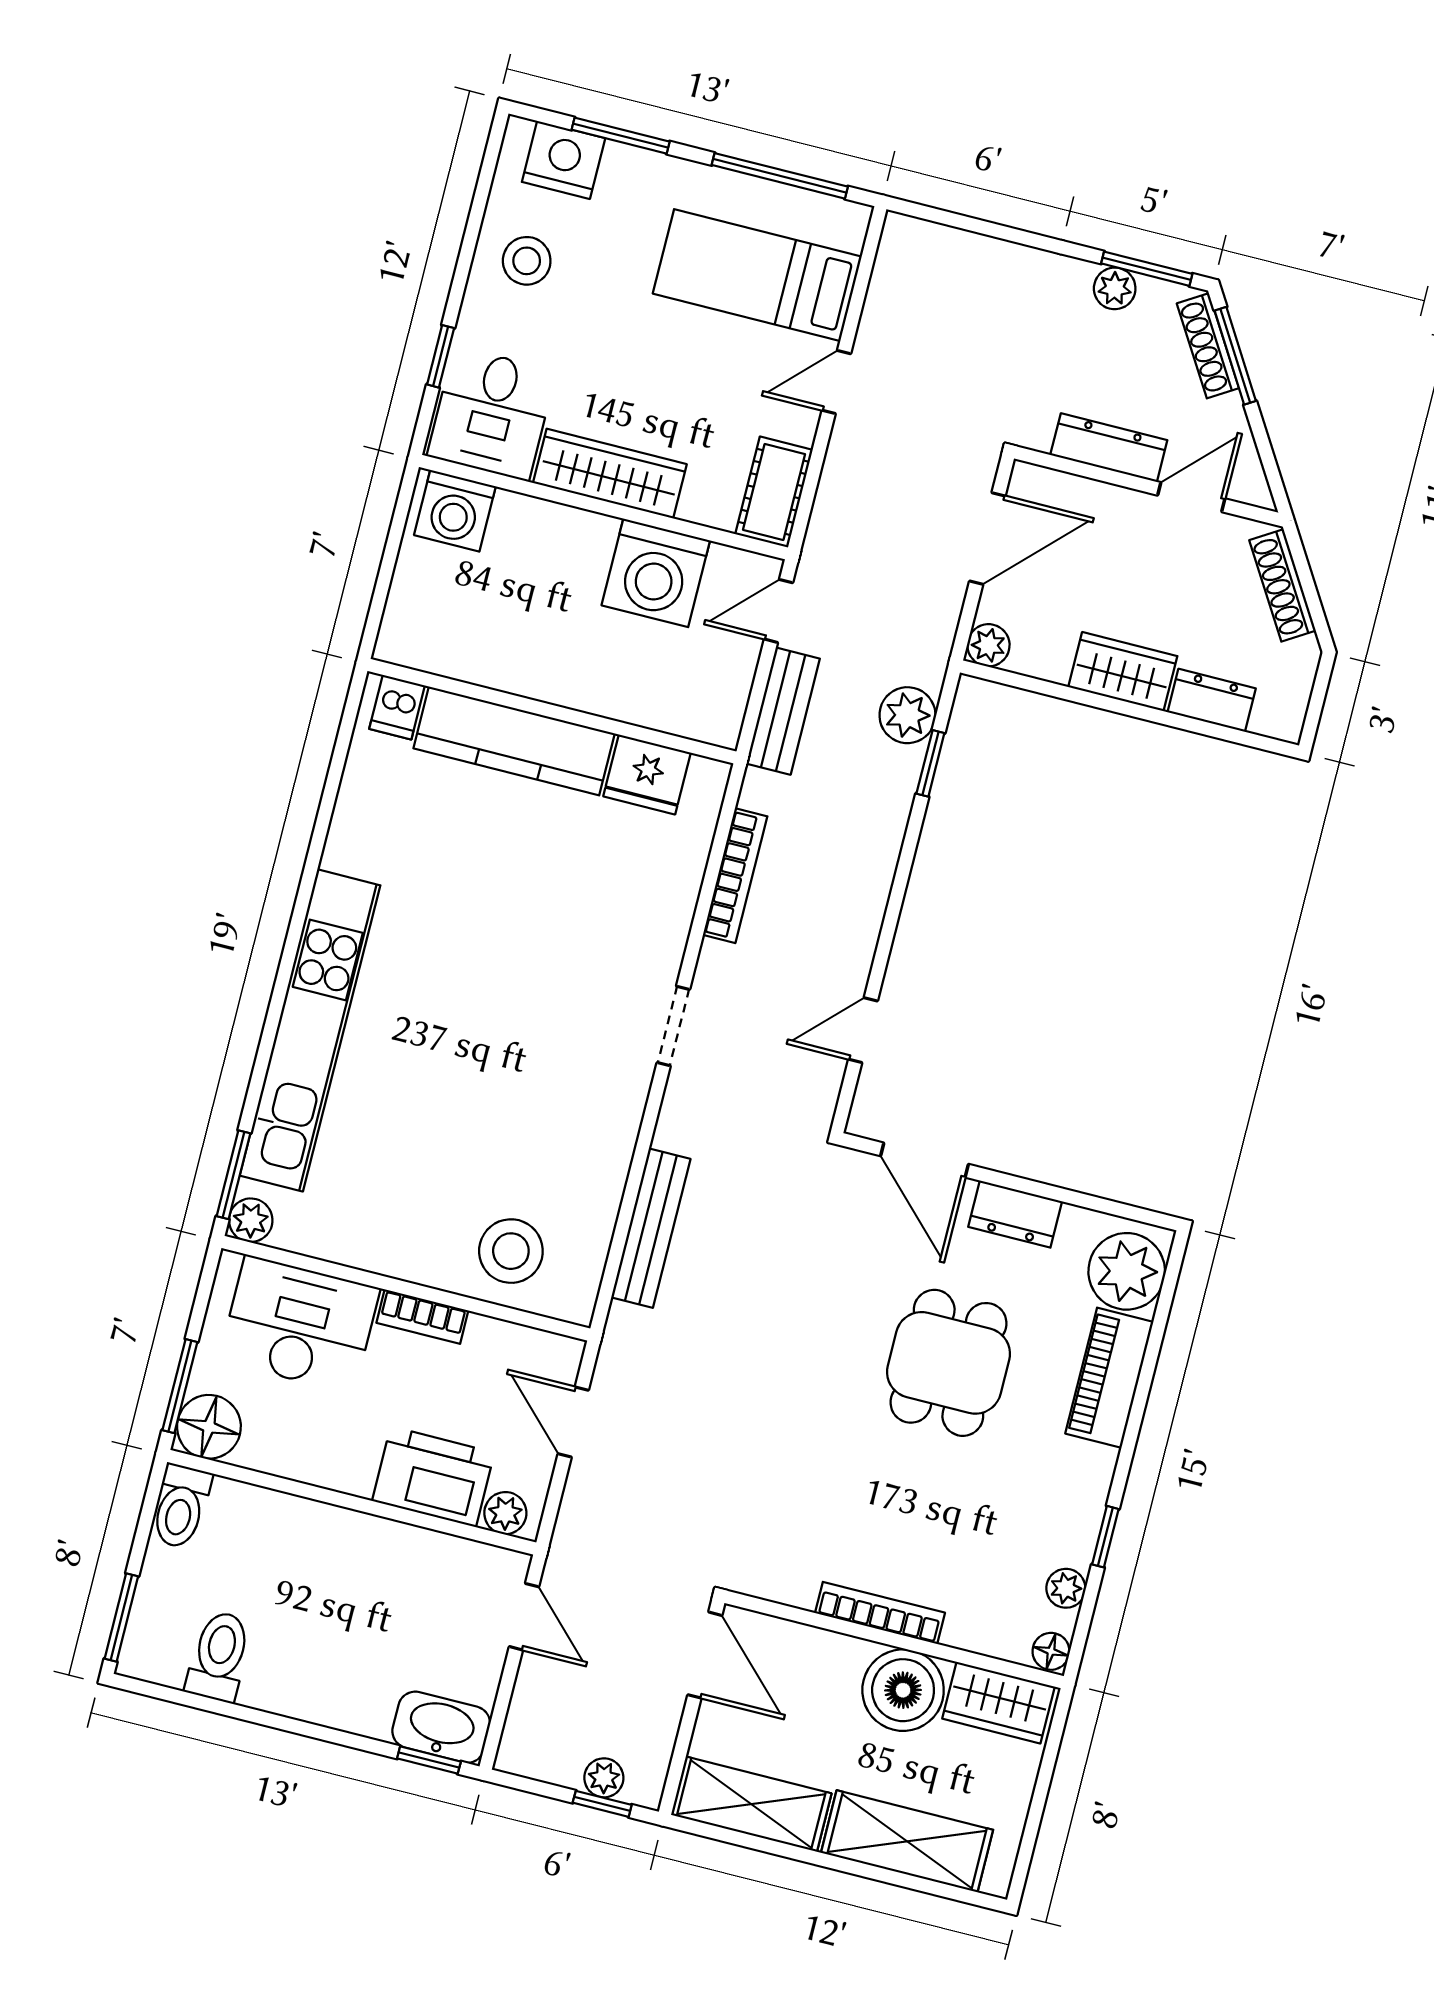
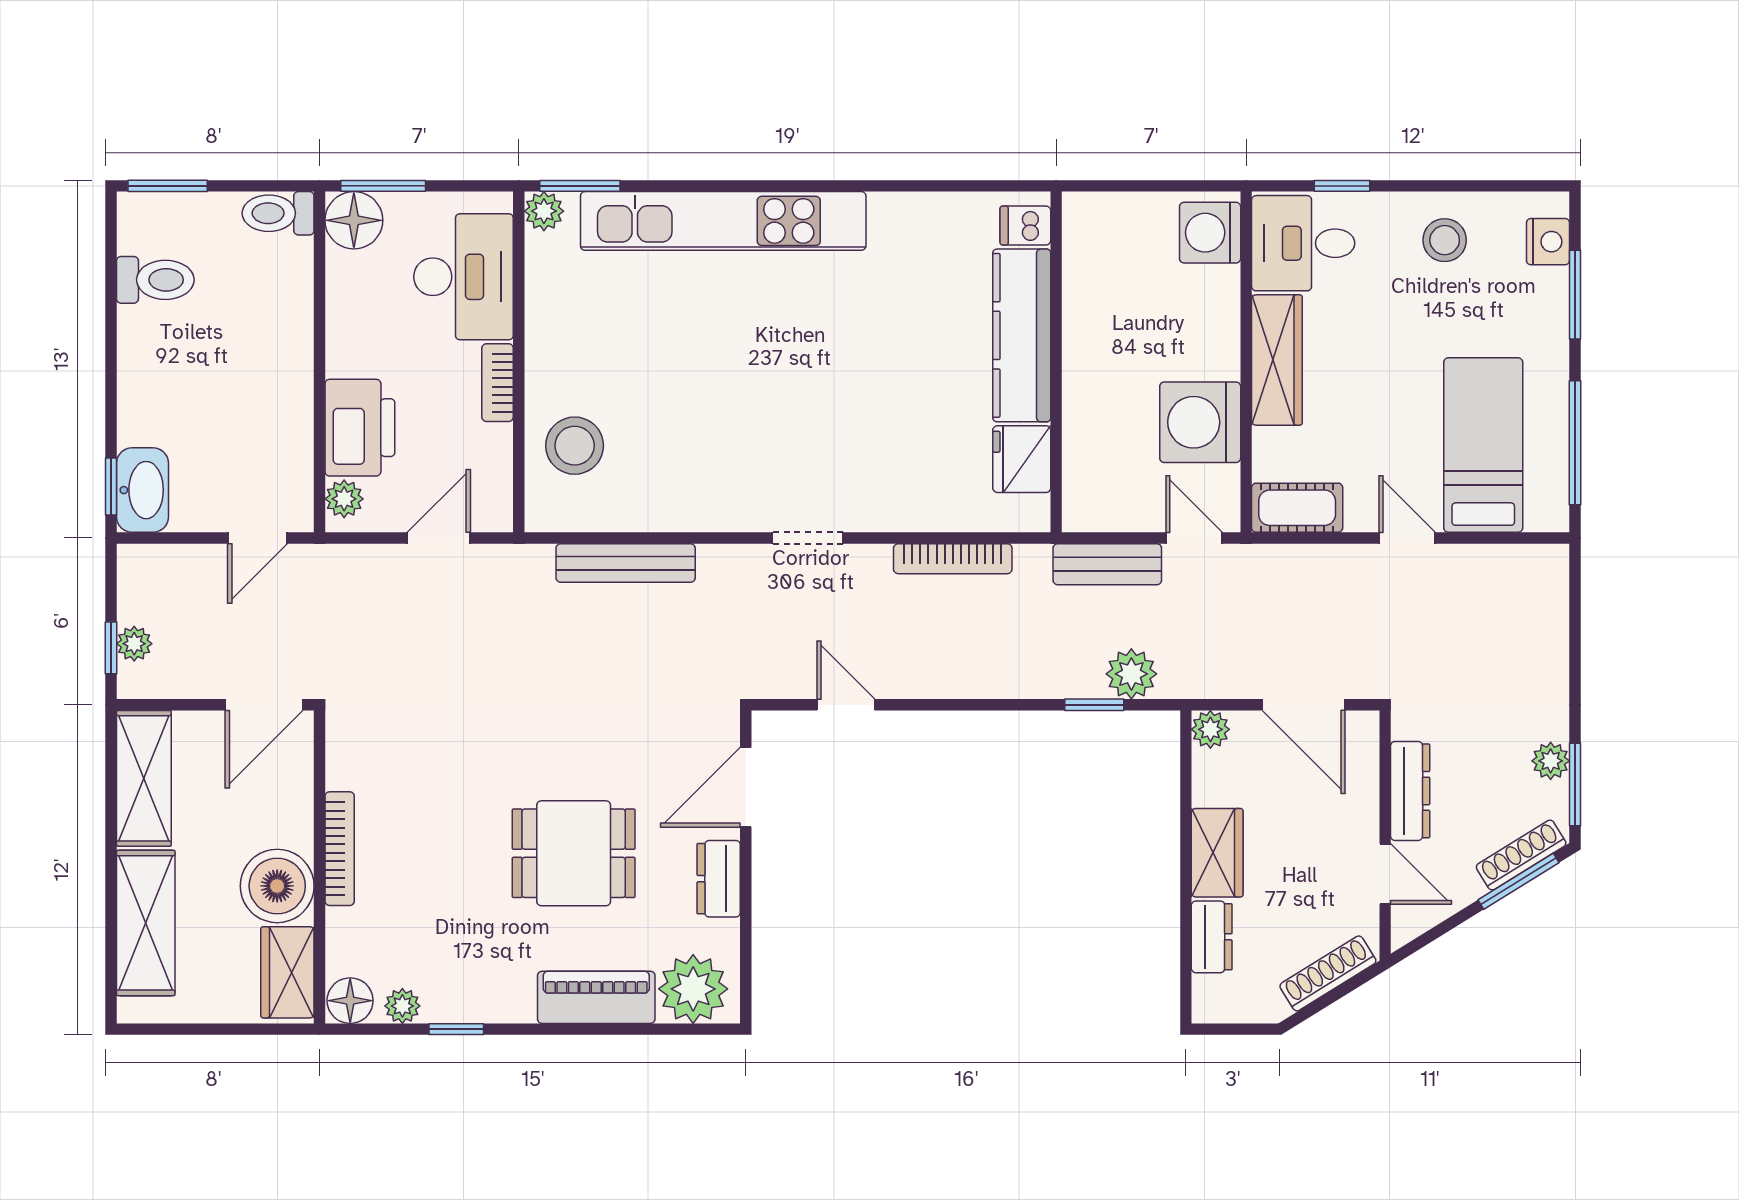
nightstand: (564, 160) -> (1548, 242), width x0.74, depth x0.75
floor lamp: (1051, 1651) -> (350, 1001), width x1.37, depth x1.37

